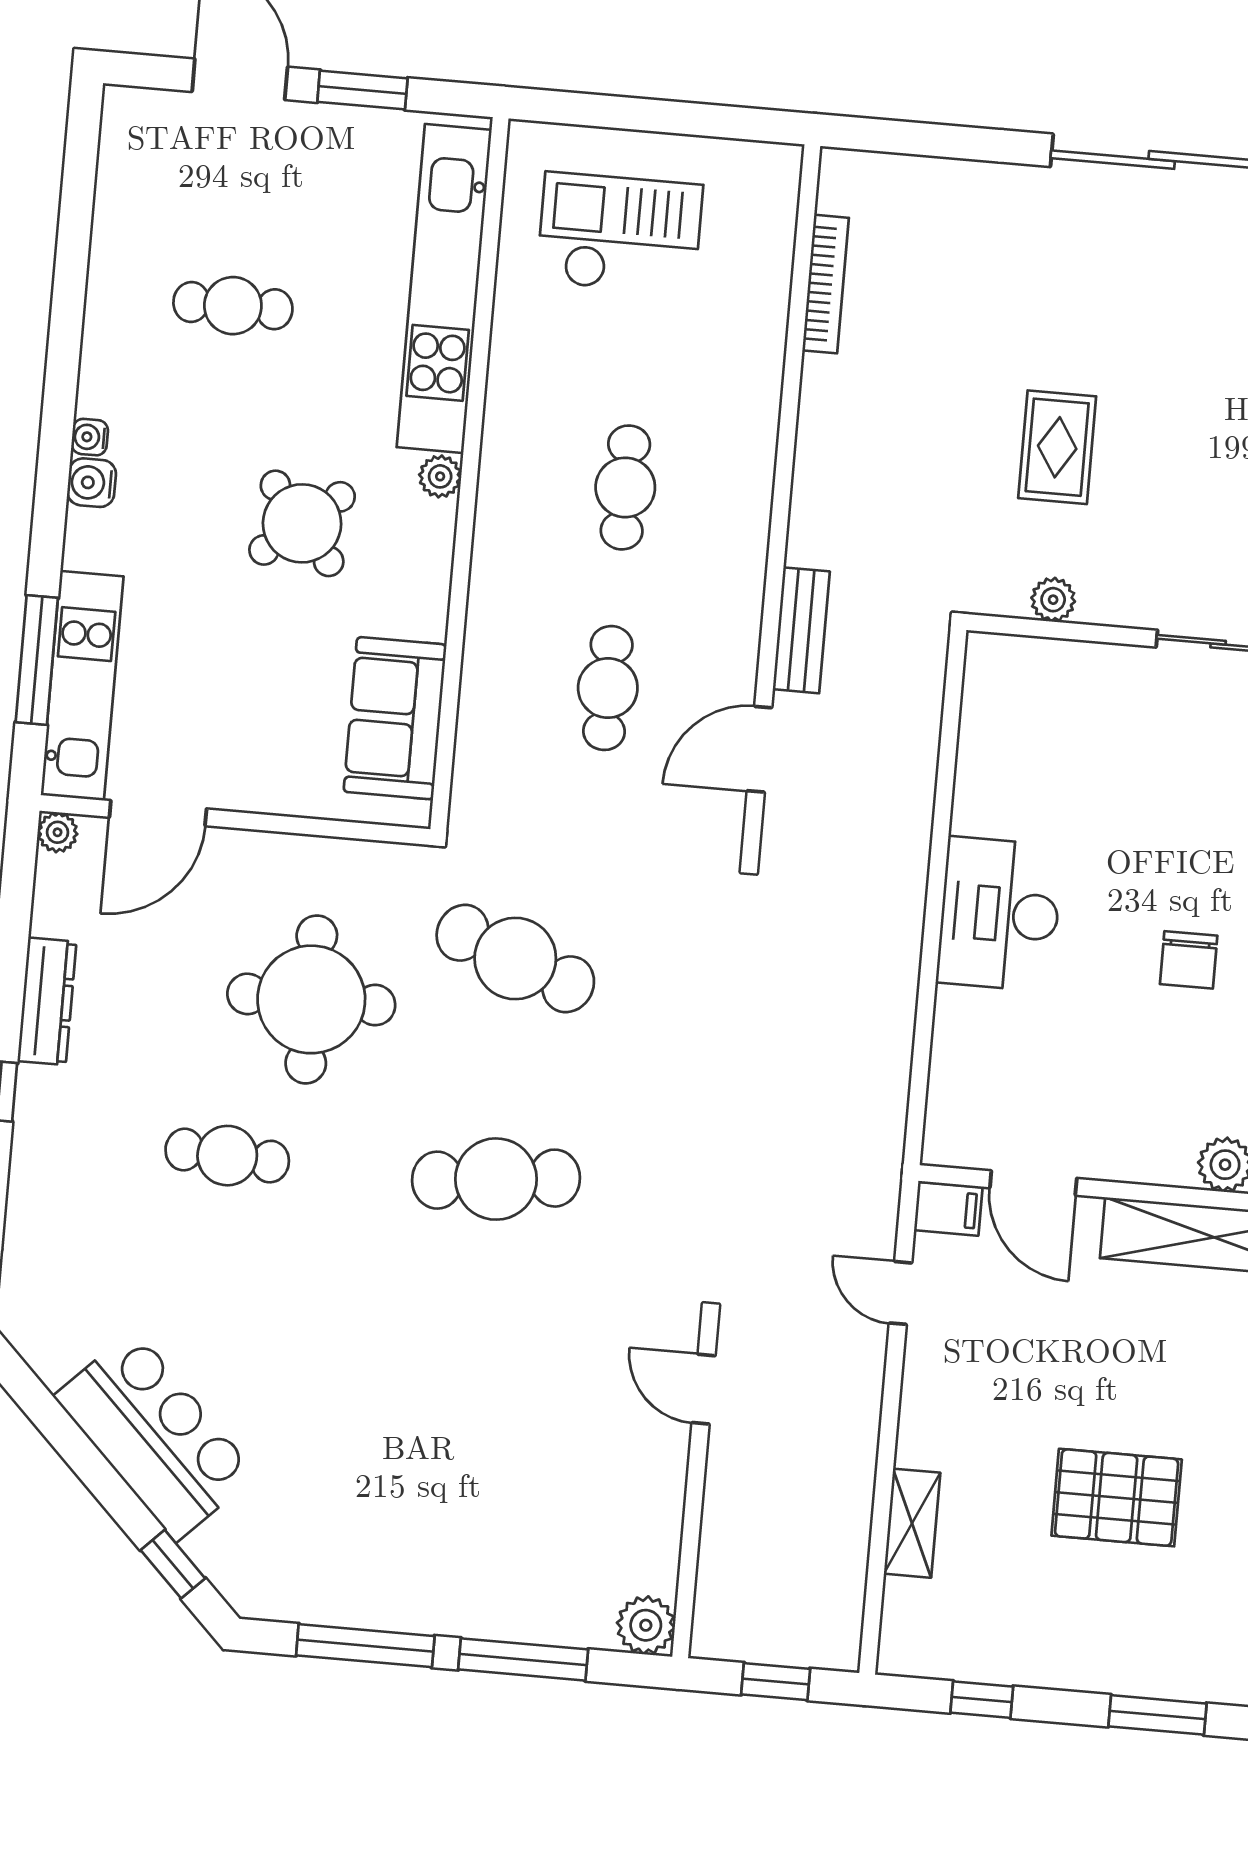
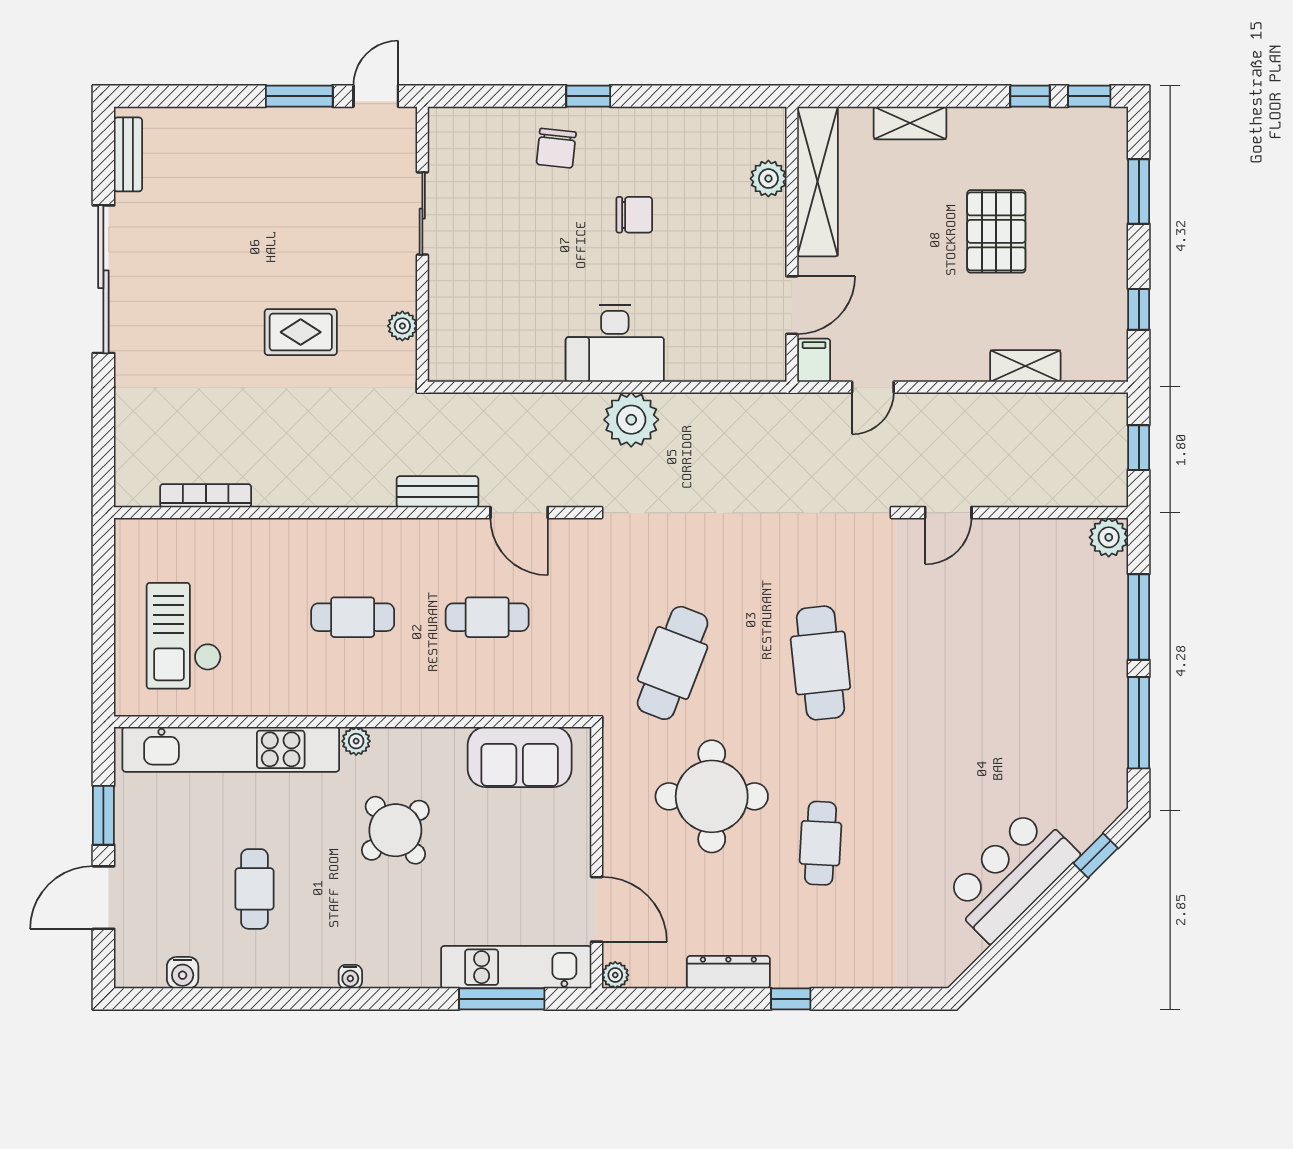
water cooler: (92, 483) -> (183, 973), moved
plant: (883, 929) -> (631, 420), added

